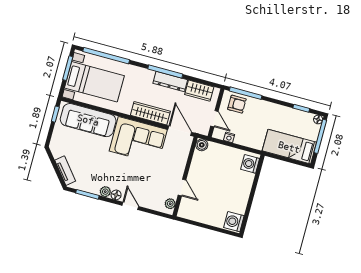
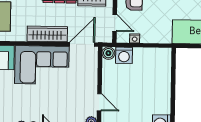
door: (180, 131) -> (82, 44), hinge flipped
washing machine: (250, 164) -> (124, 55), moved, turned -90

